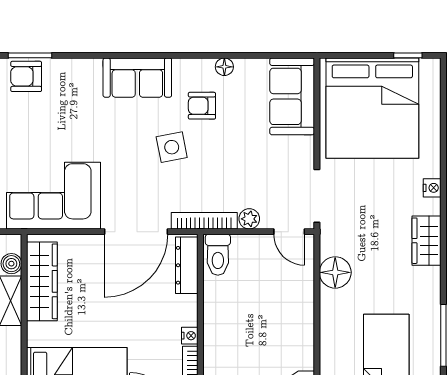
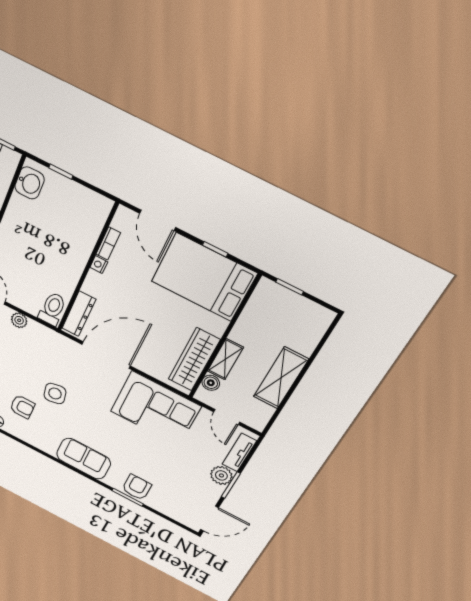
armchair: (26, 76) -> (137, 487), turned -90
sofa: (137, 78) -> (84, 459), moved
bookcase: (204, 221) -> (53, 336), removed

